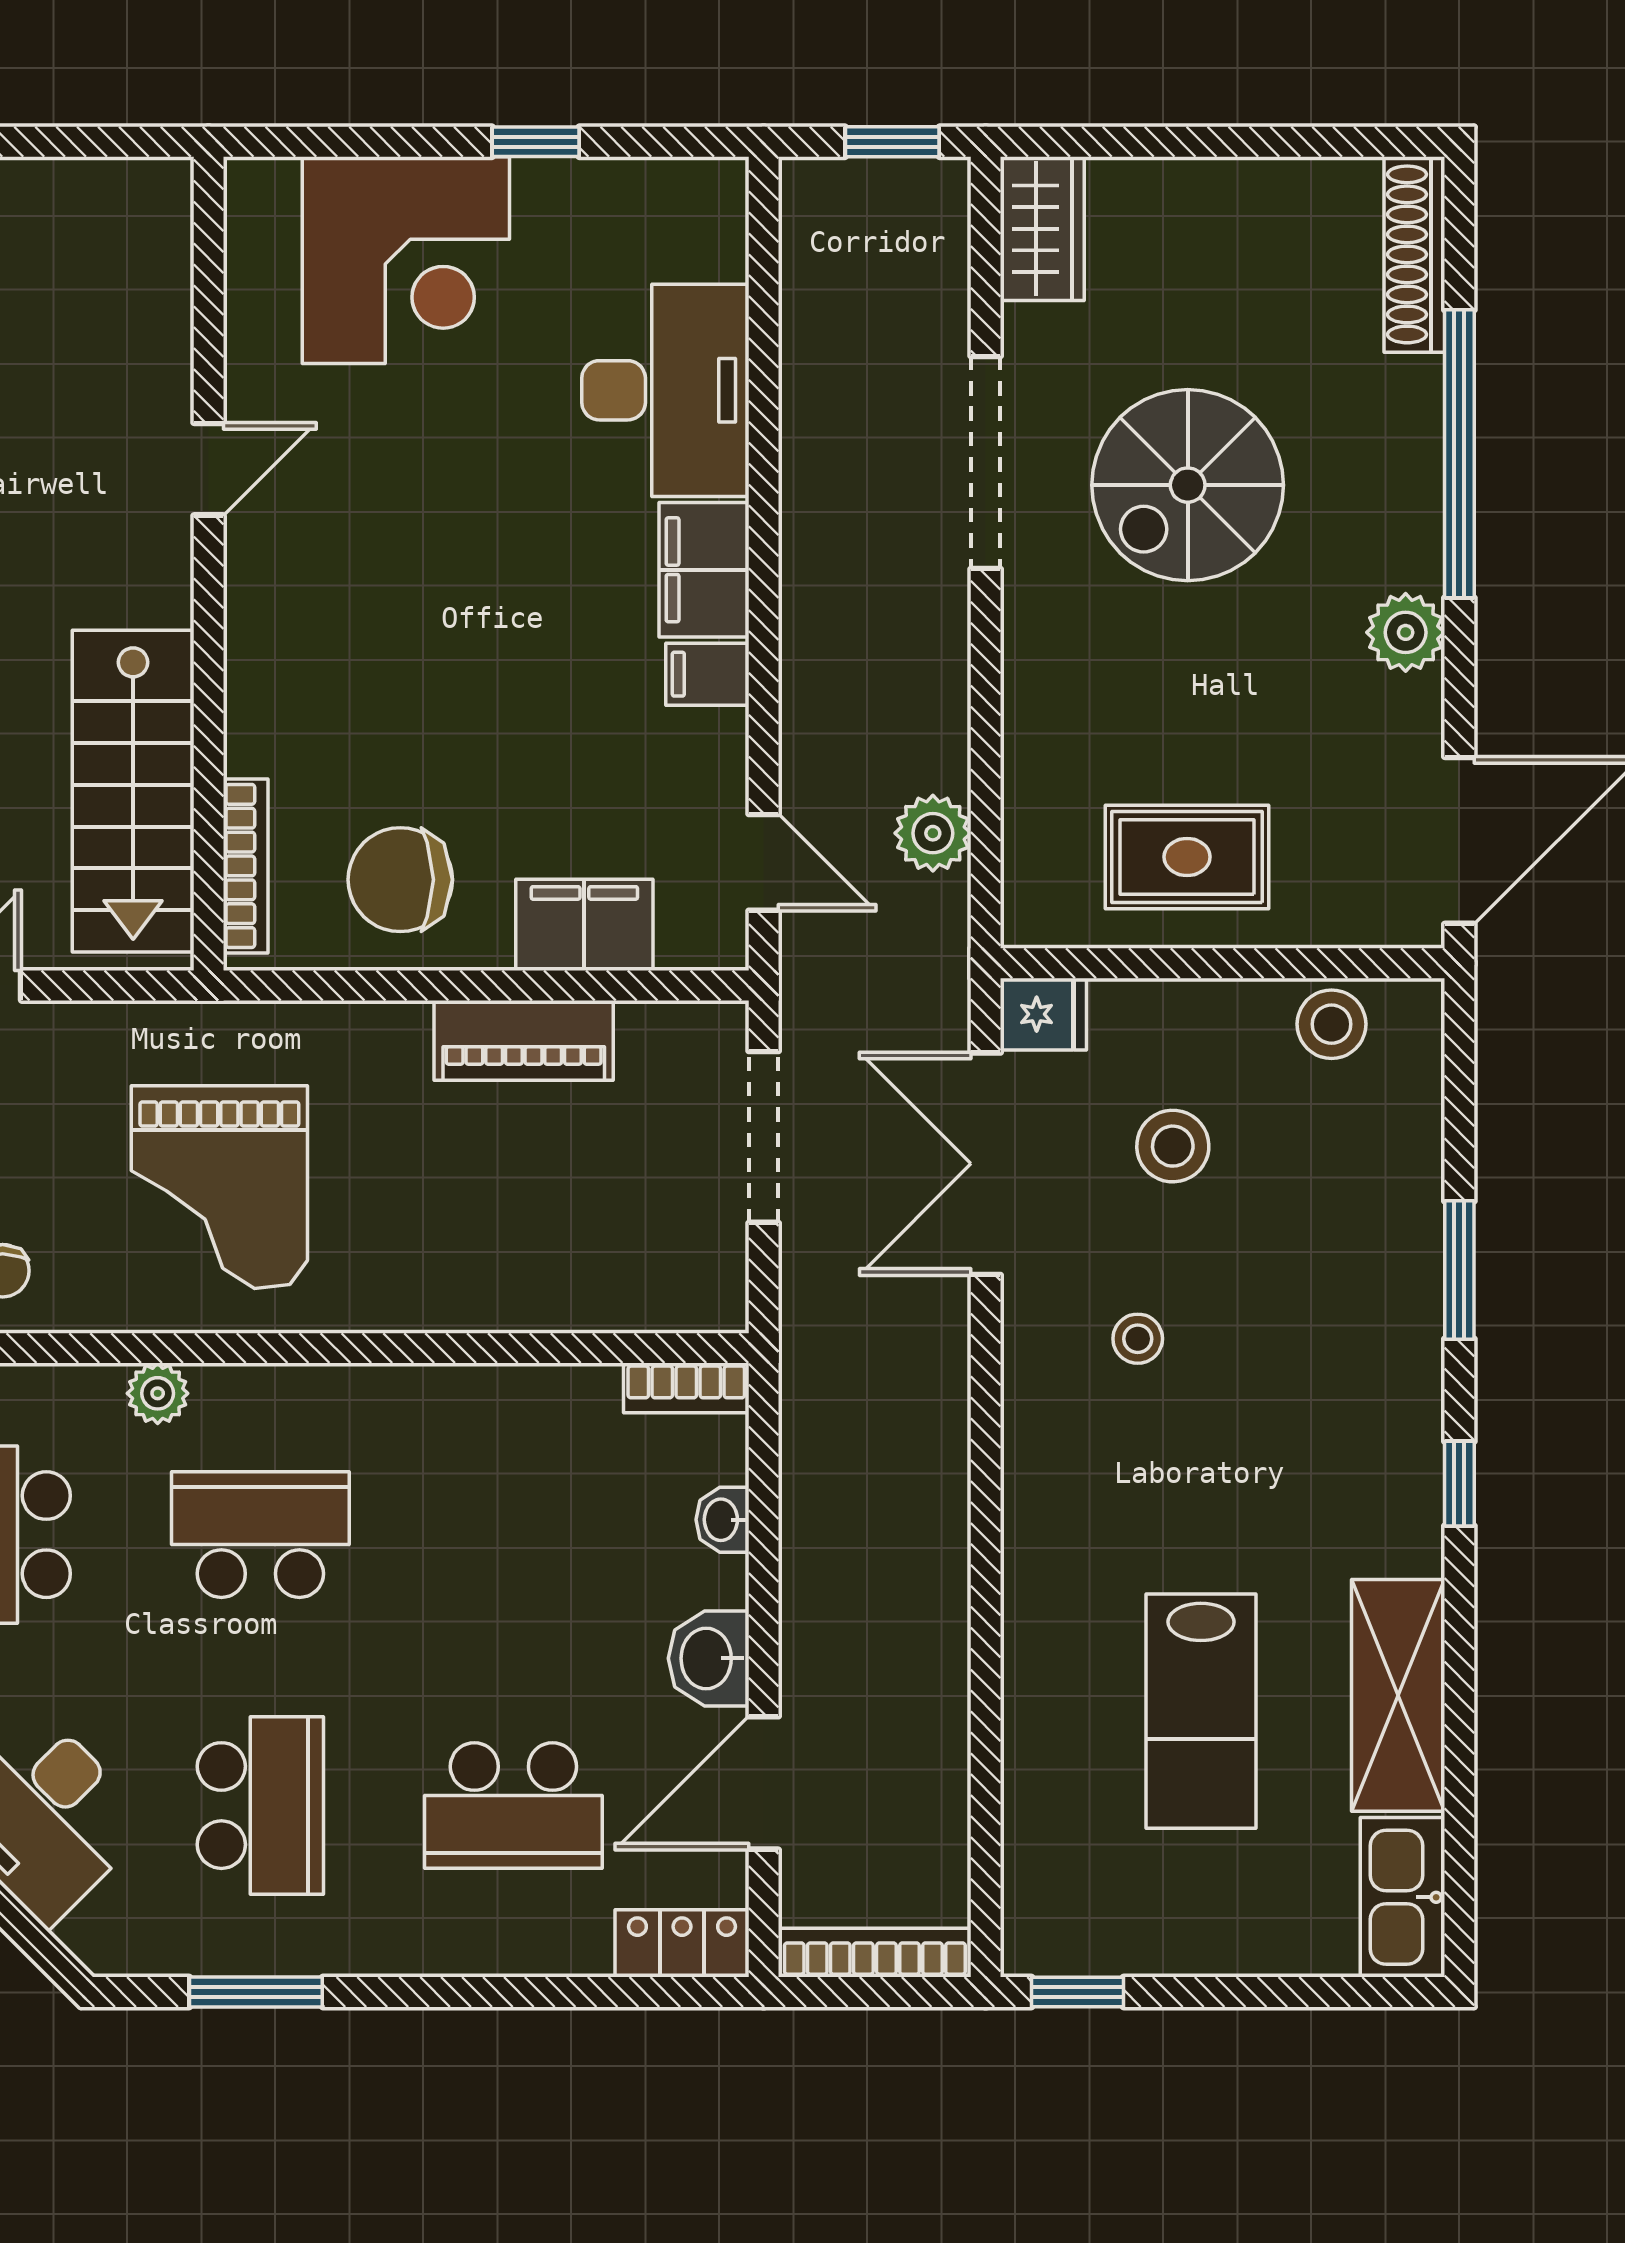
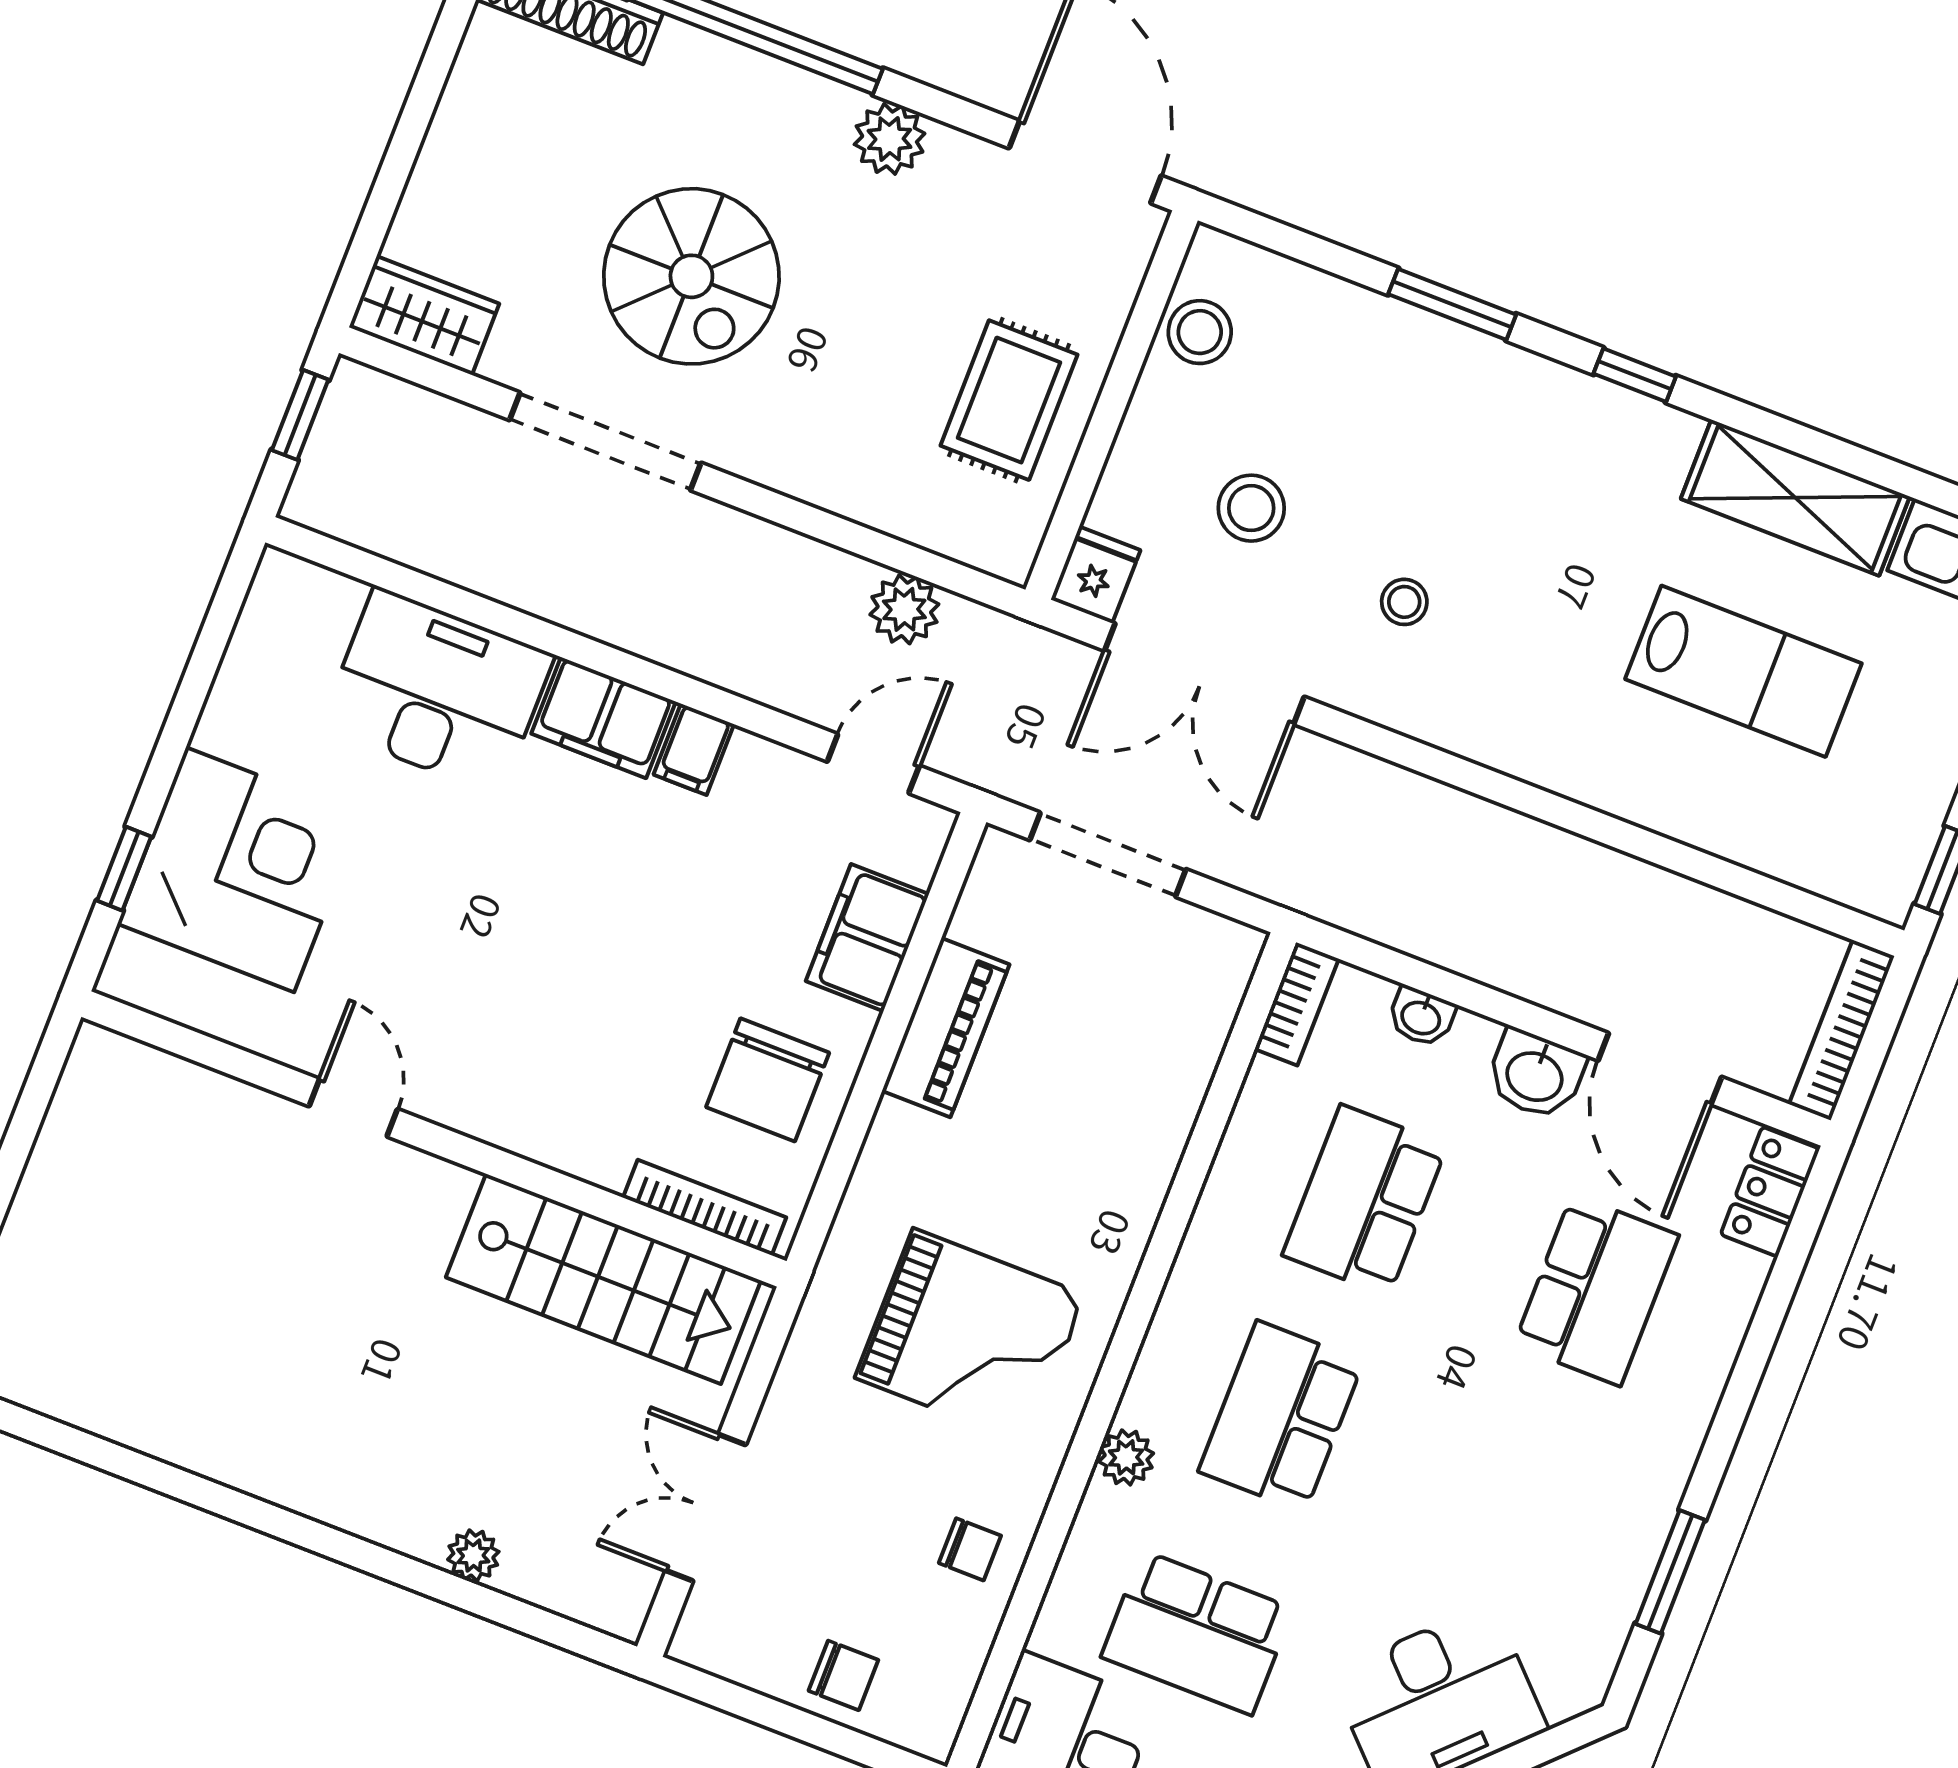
window: (536, 142) -> (124, 869), moved
school desk: (260, 1806) -> (1365, 1200), moved, turned -90

